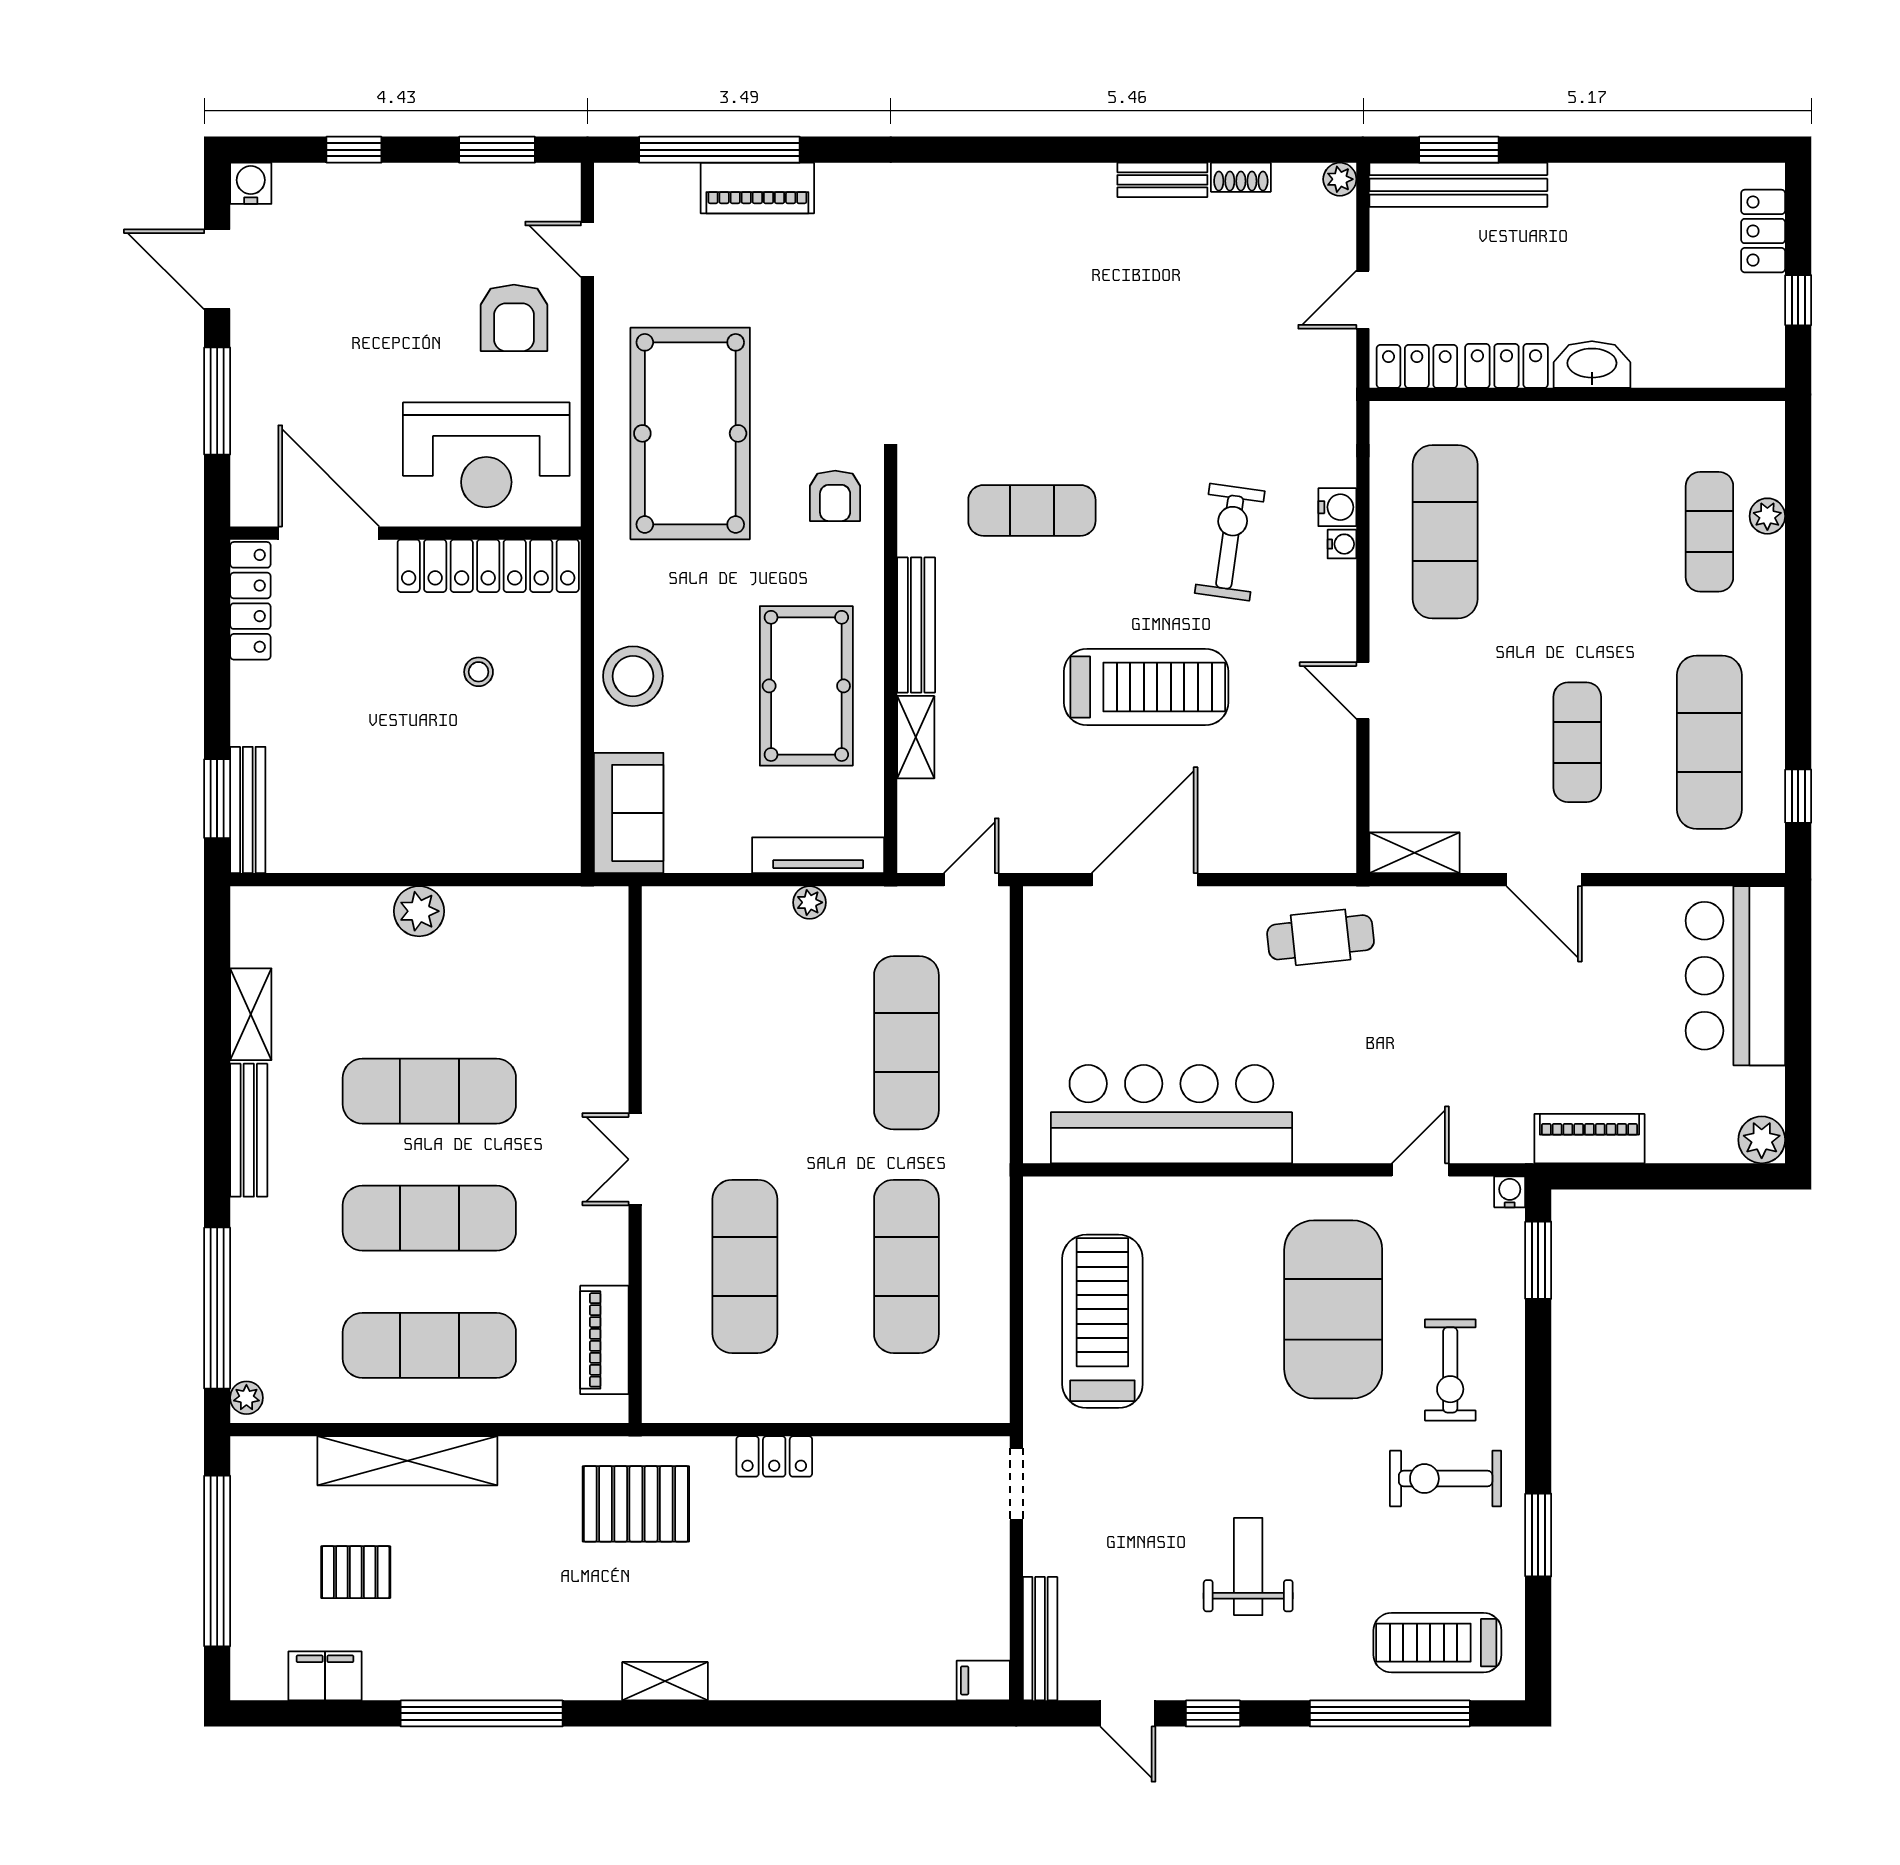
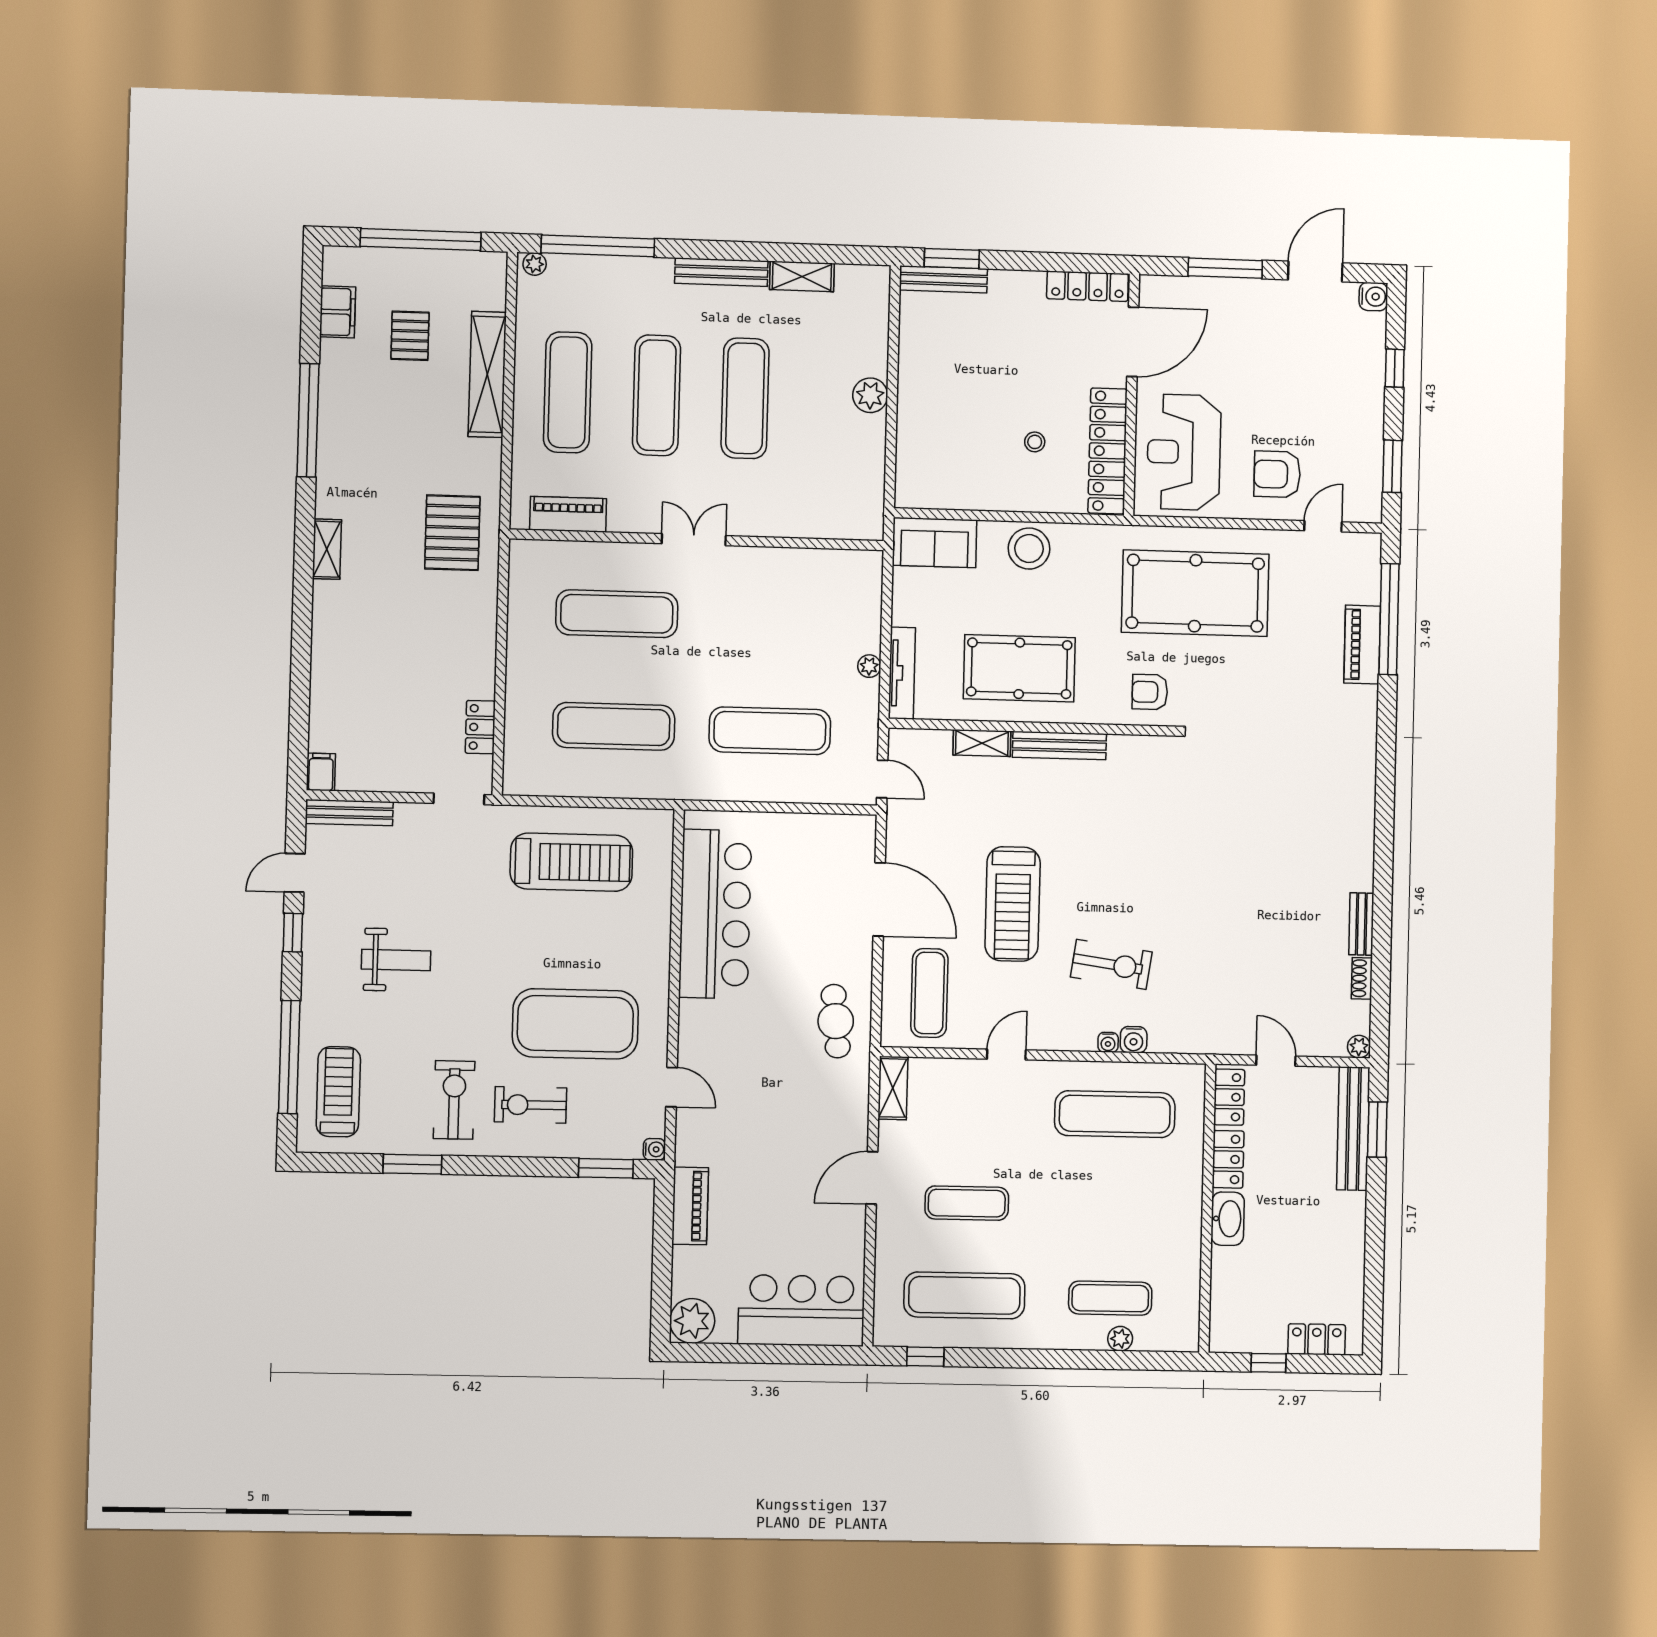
exercise mat: (1032, 510) -> (929, 993), moved
plant: (1762, 1140) -> (692, 1321), width x1.36, depth x1.36
locker: (774, 1456) -> (480, 727), moved

